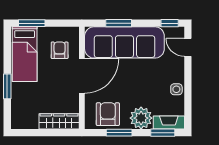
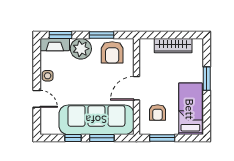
window: (32, 23) -> (162, 138), moved
window: (170, 23) -> (73, 138), moved
door: (188, 47) -> (37, 99), moved
door: (82, 76) -> (137, 88), width x0.73
wardrobe: (59, 121) -> (173, 46), moved

